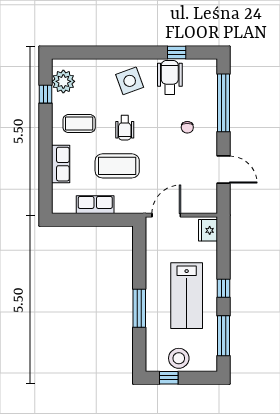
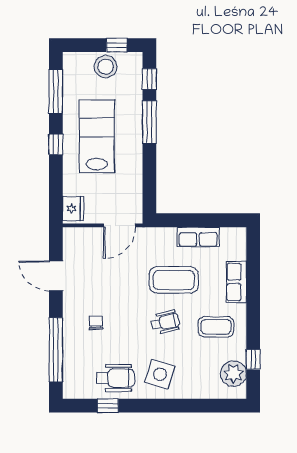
wheelchair: (170, 77) -> (115, 378), turned -90
side table: (130, 81) -> (160, 374), turned 37
wheelchair: (125, 128) -> (165, 322), turned 77
window: (139, 347) -> (149, 79), added

